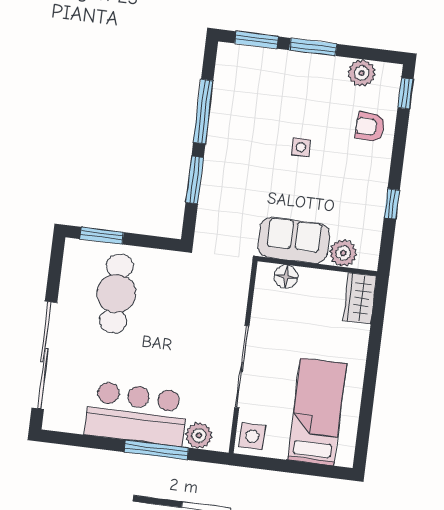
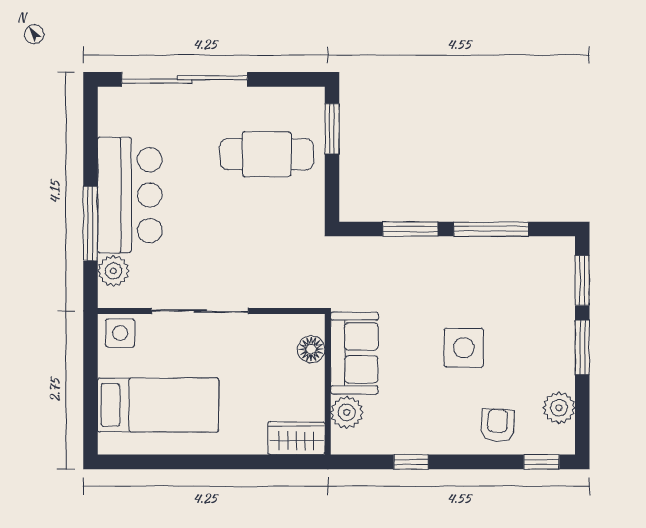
side table: (301, 147) -> (464, 348), width x1.87, depth x1.87

